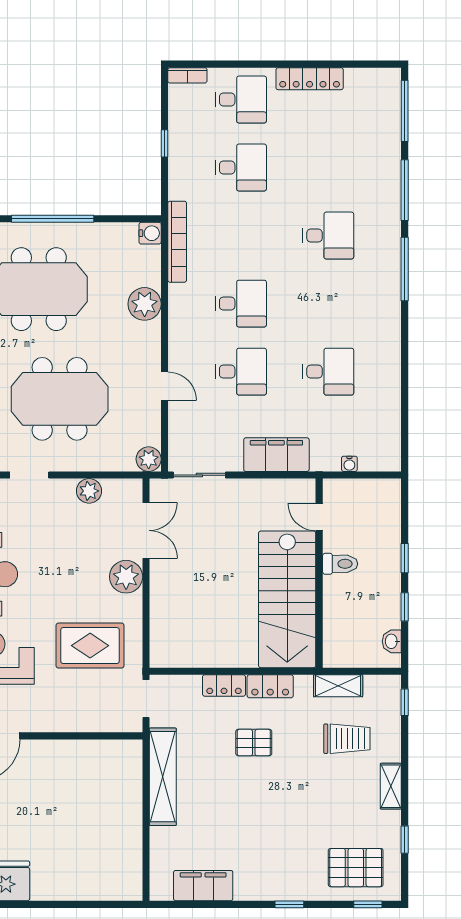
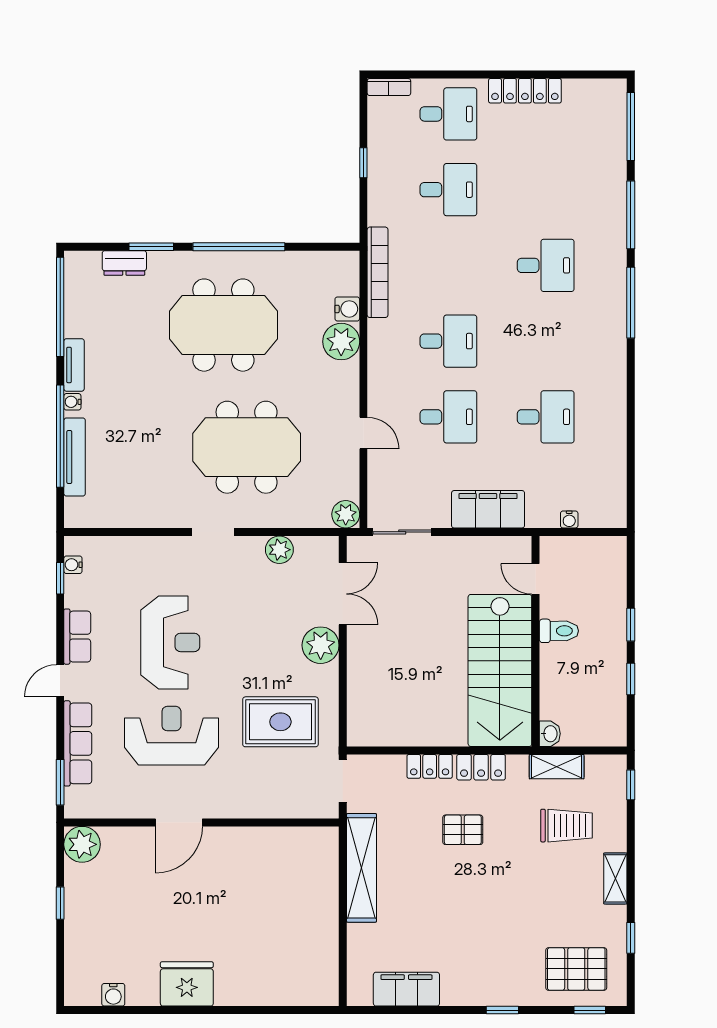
water cooler: (150, 233) -> (347, 309), moved
washbasin: (392, 641) -> (550, 734), moved, turned 180

